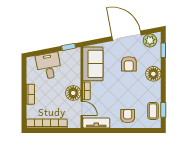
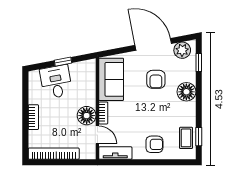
window: (69, 47) -> (63, 62), moved
armchair: (128, 116) -> (154, 144), turned 90

